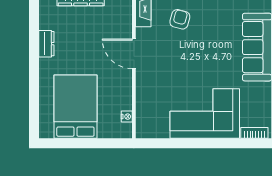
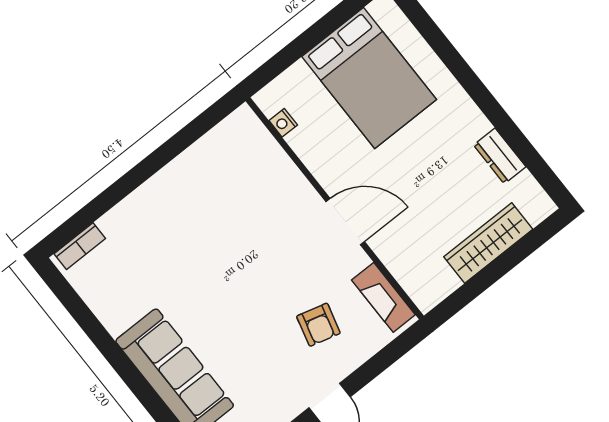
dresser: (46, 44) -> (500, 156), moved
corner sofa: (205, 114) -> (174, 217), removed

